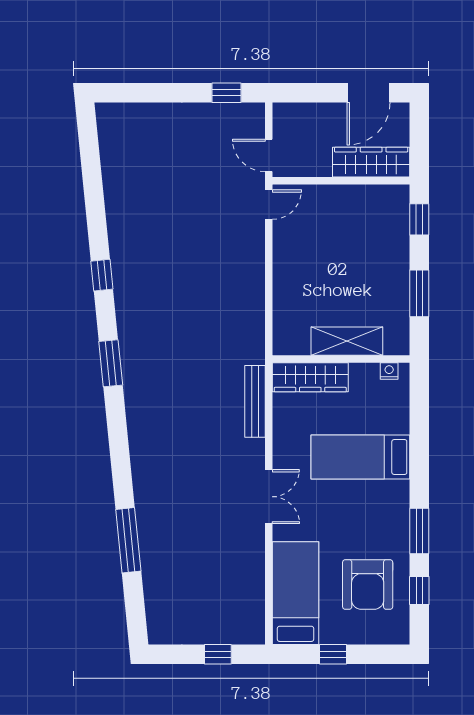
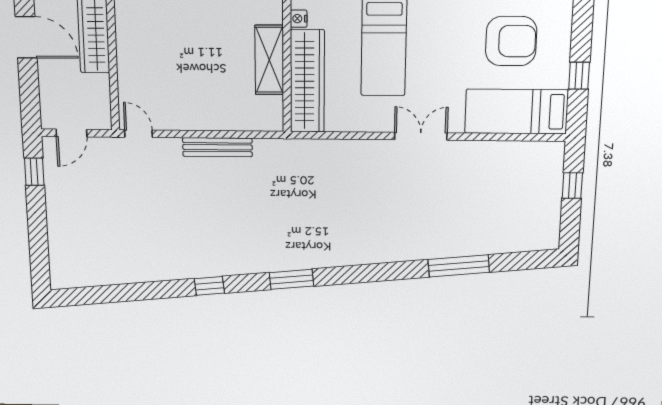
door: (269, 155) -> (71, 133), moved
wardrobe: (310, 377) -> (307, 81), width x1.40, depth x1.17
bench: (255, 401) -> (217, 147), moved

